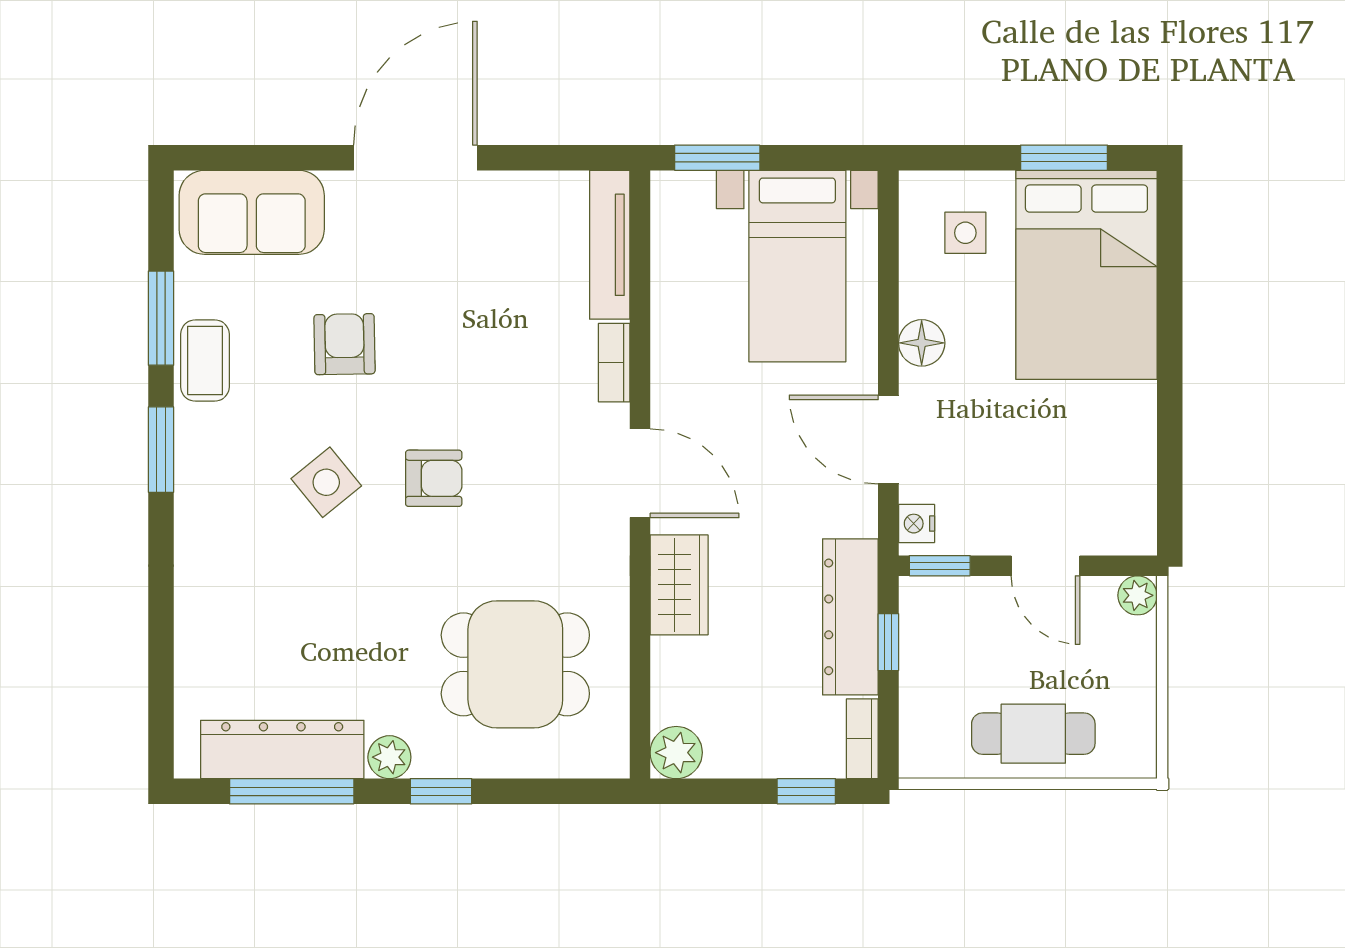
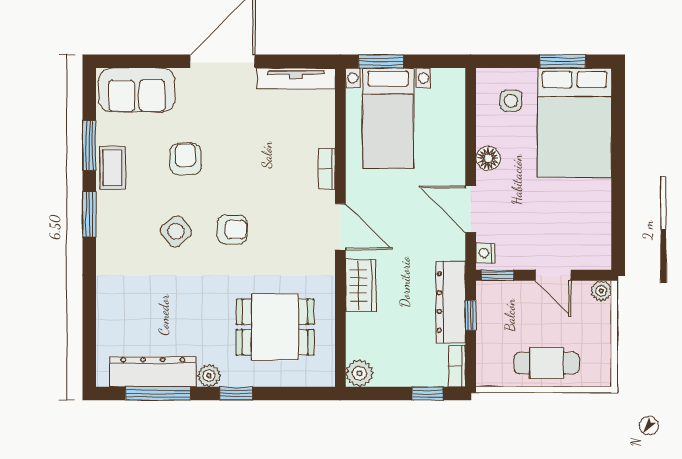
tv unit: (610, 245) -> (296, 79), moved, turned -90
bed with nightstands: (797, 266) -> (388, 118), moved

